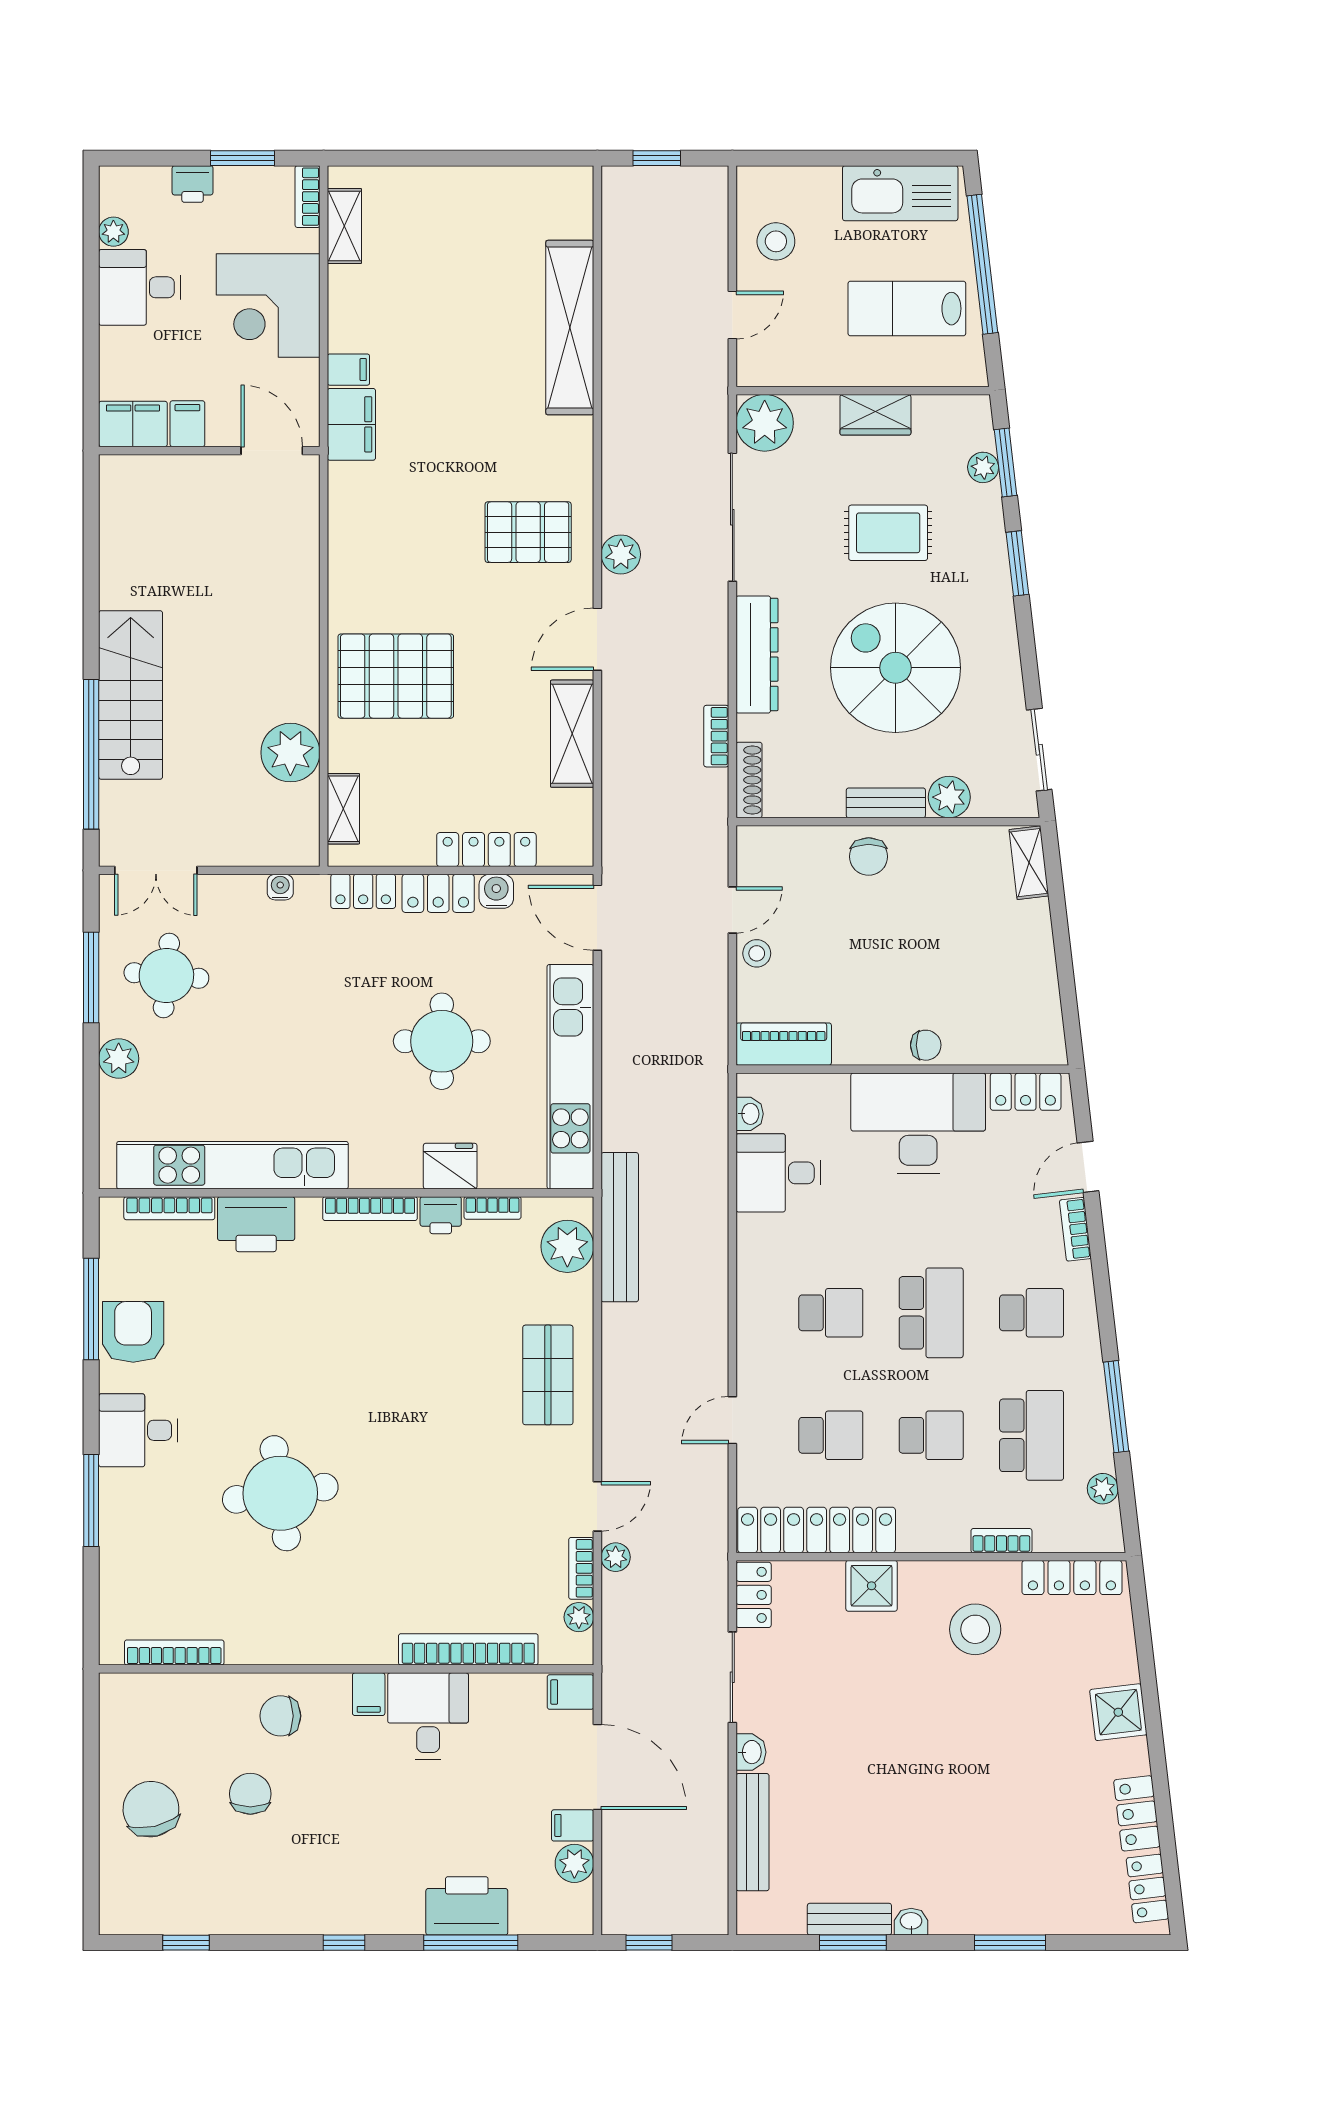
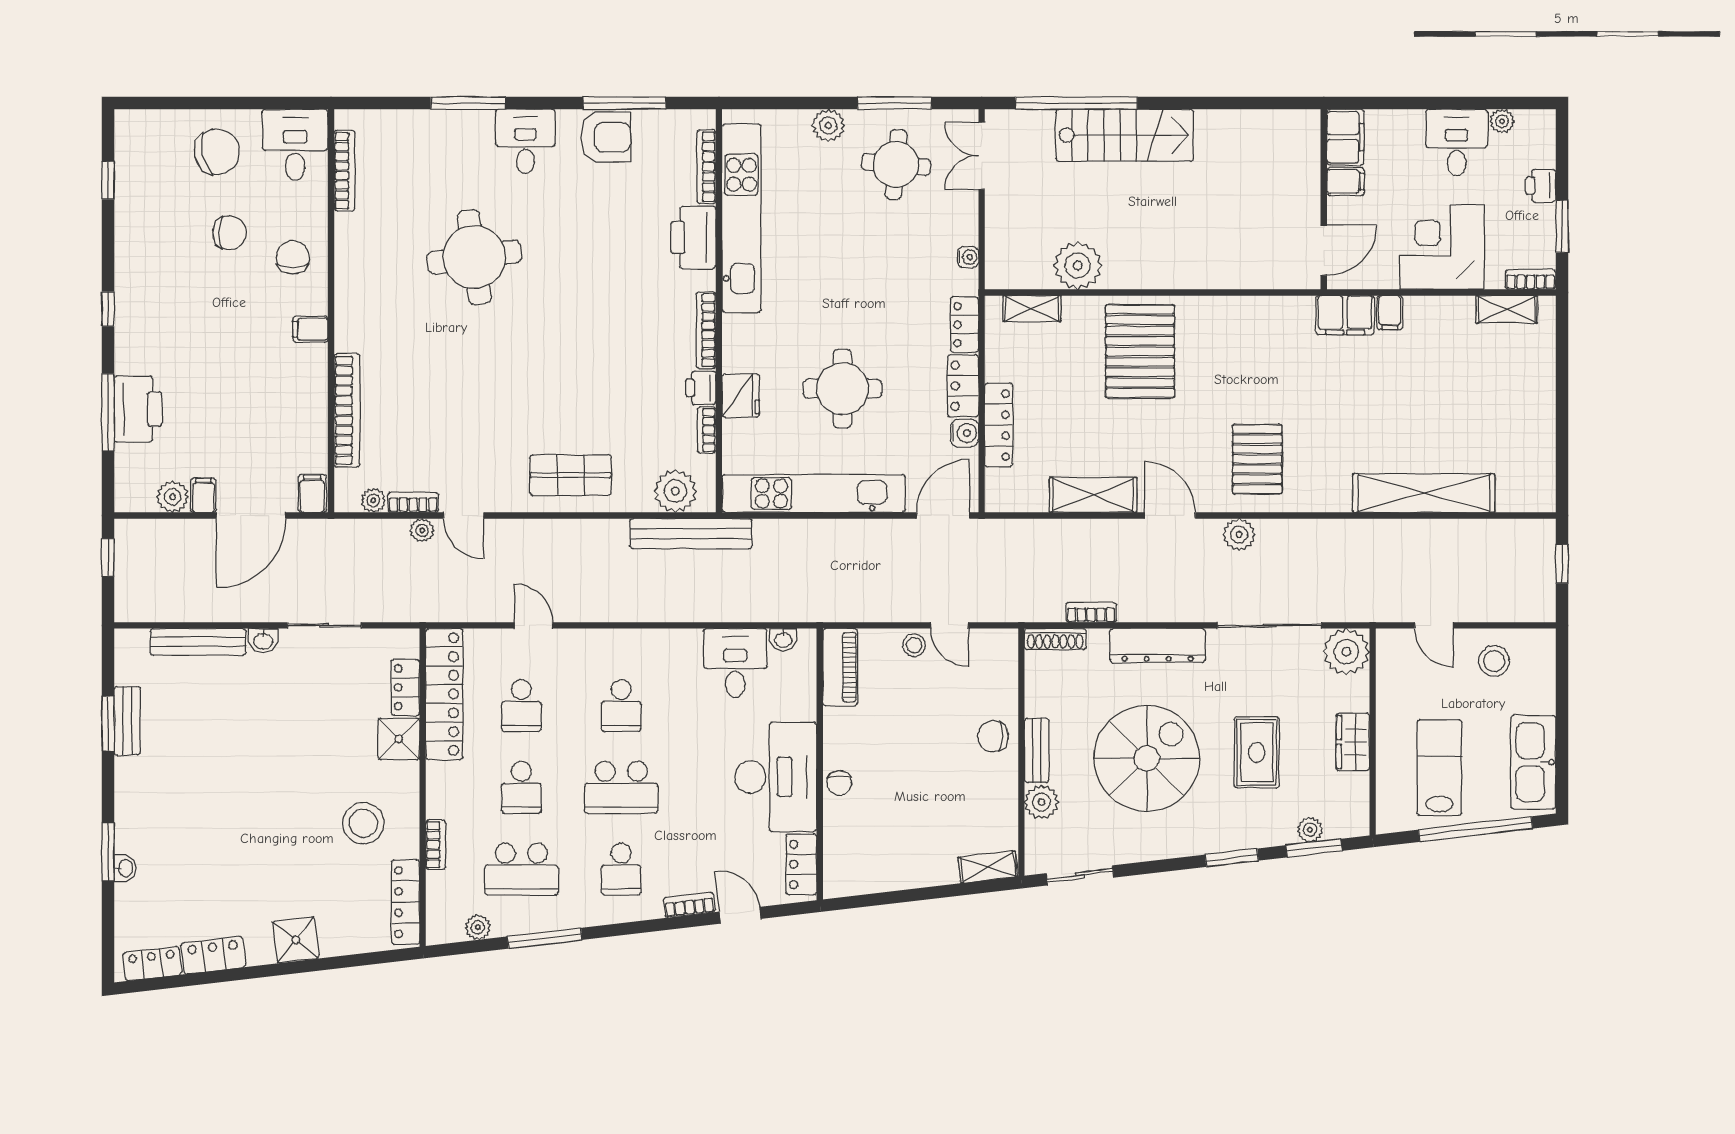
locker: (754, 1595) -> (405, 687), moved, turned 90
desk: (428, 1716) -> (295, 145), moved, turned -90
washbasin: (911, 1922) -> (125, 868), moved

